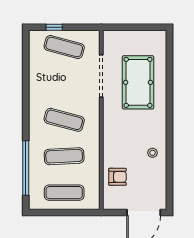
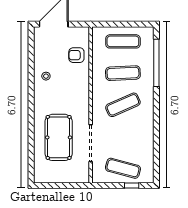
exercise mat: (64, 120) -> (123, 105), turned -39

